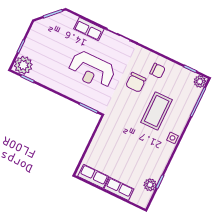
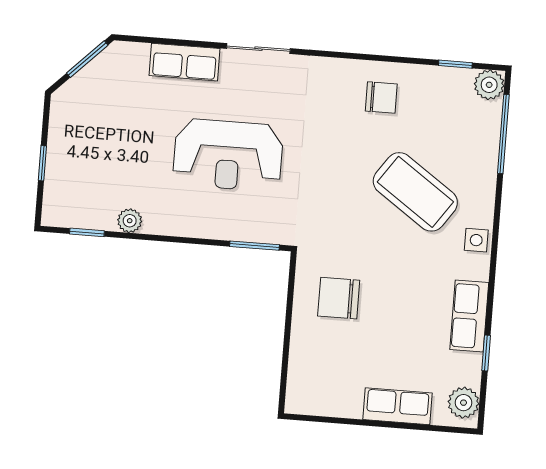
plant: (23, 65) -> (130, 221), moved, width x0.53, depth x0.53
chair: (136, 82) -> (339, 298), moved, turned 90
coffee table: (157, 111) -> (415, 192), turned -55
row of seats: (93, 176) -> (469, 316), moved, turned -90
plant: (150, 185) -> (463, 403), moved

